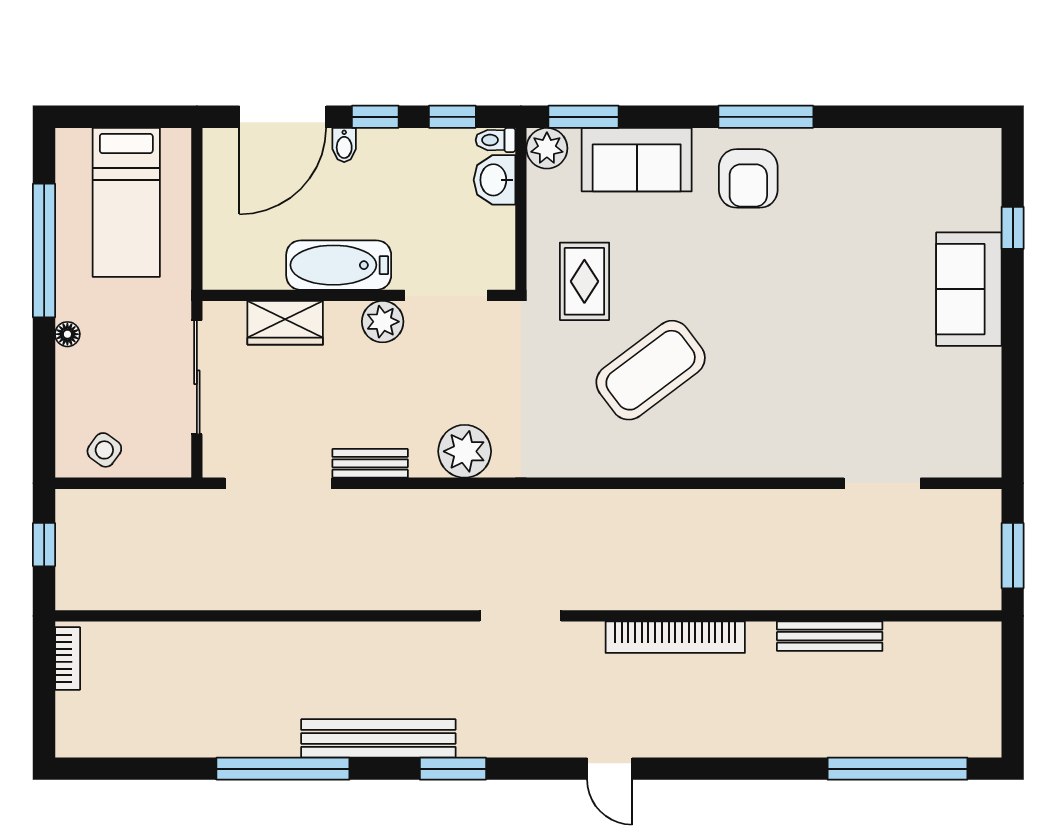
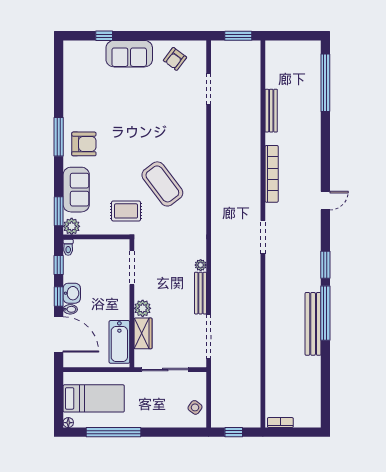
washbasin: (495, 180) -> (72, 293), moved, turned -90
bathtub: (339, 265) -> (119, 342), moved
plant: (383, 322) -> (143, 308), moved
floor lamp: (67, 334) -> (68, 423), moved
armchair: (956, 401) -> (175, 59), added
plant: (465, 451) -> (201, 265), width x0.53, depth x0.53
bench: (370, 463) -> (200, 293), width x1.36
bench: (378, 738) -> (313, 324), moved
window: (283, 769) -> (325, 313), moved

